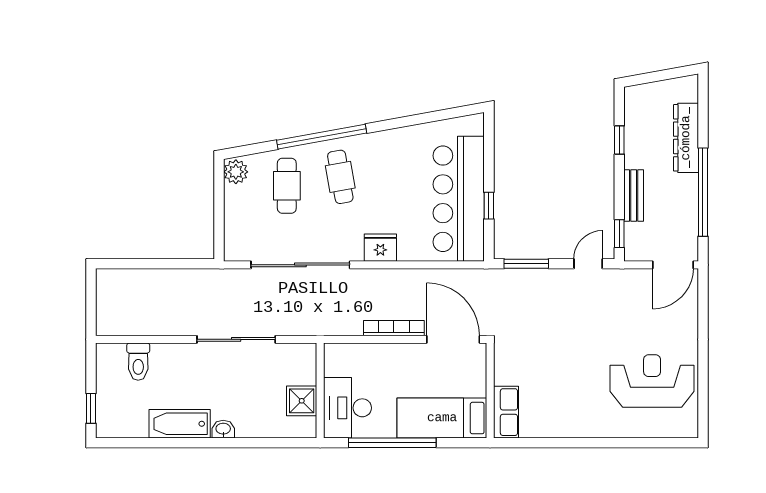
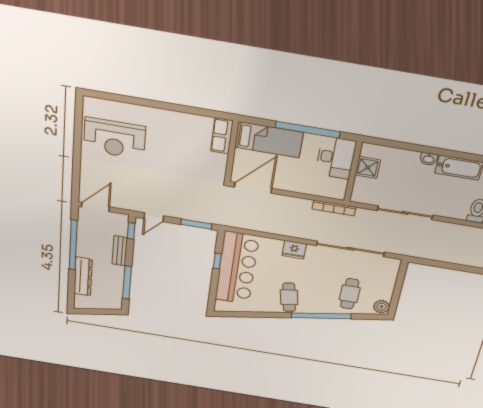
window: (619, 140) -> (127, 282), width x2.17
cafe table: (340, 177) -> (289, 297), moved
bookcase: (394, 328) -> (334, 208), moved
door: (453, 339) -> (253, 188), swing flipped

